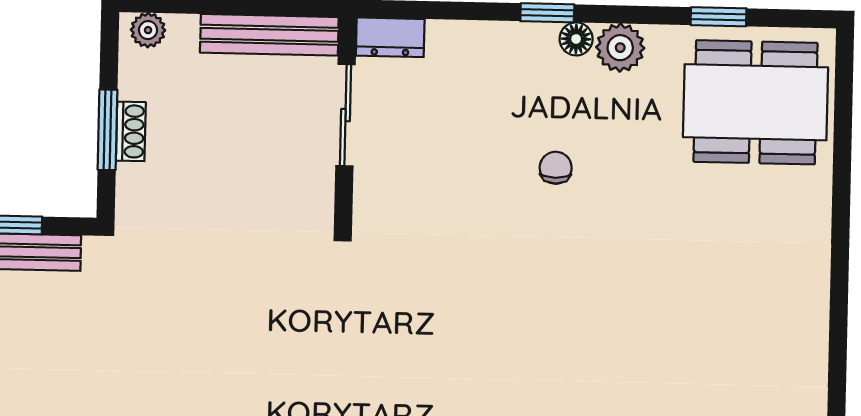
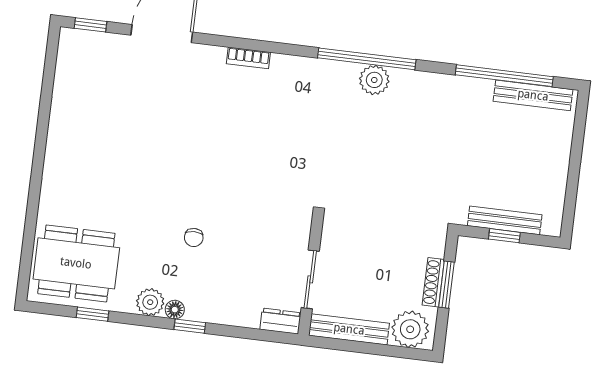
plant: (148, 30) -> (410, 329), width x1.87, depth x1.87
shoe rack: (131, 131) -> (433, 282), width x1.43

